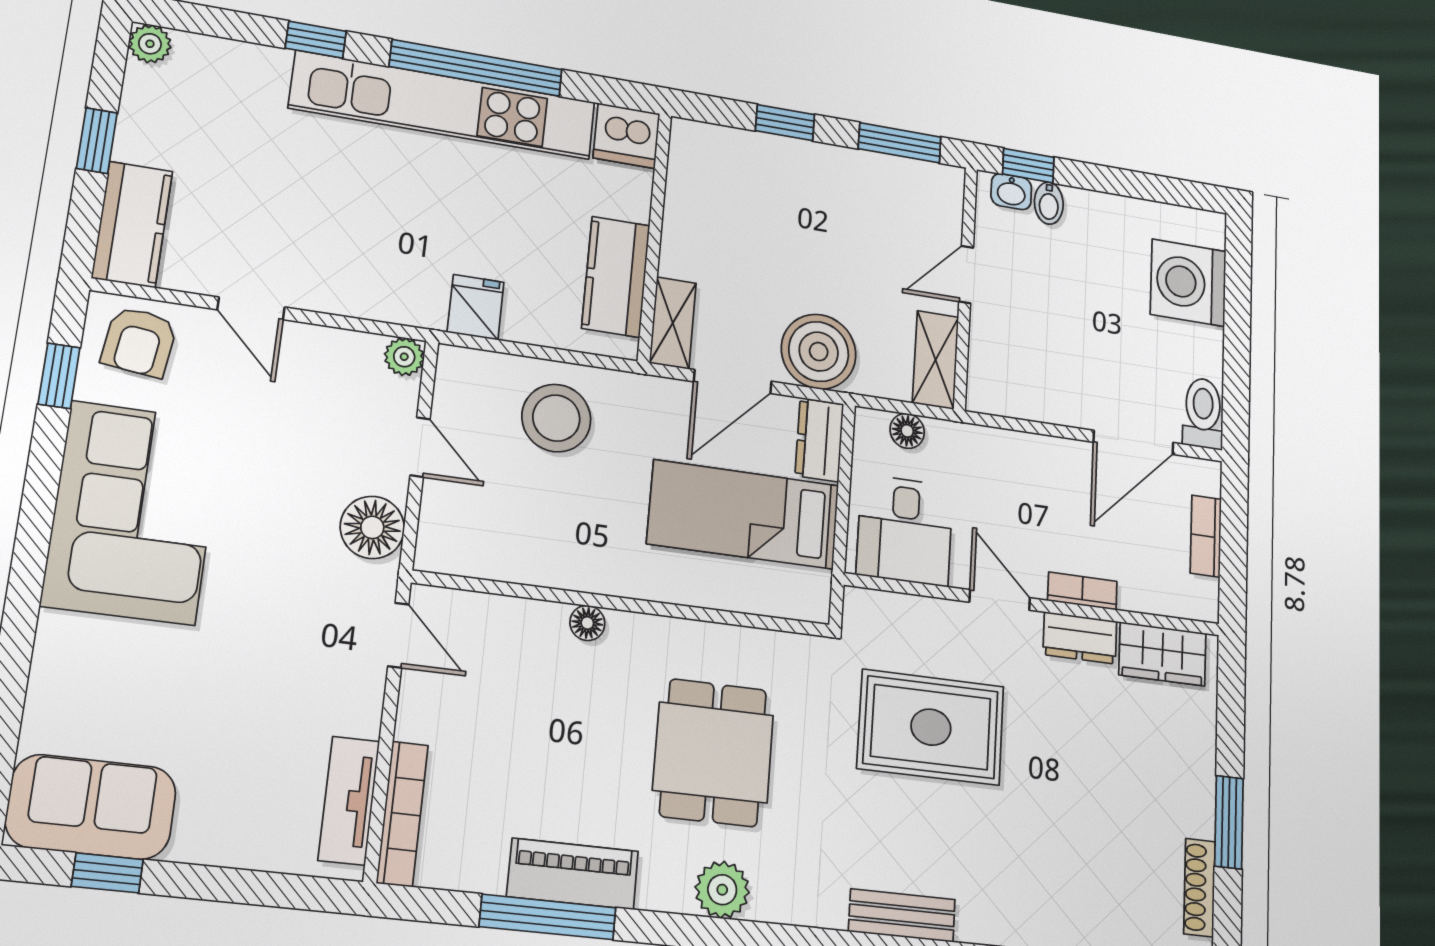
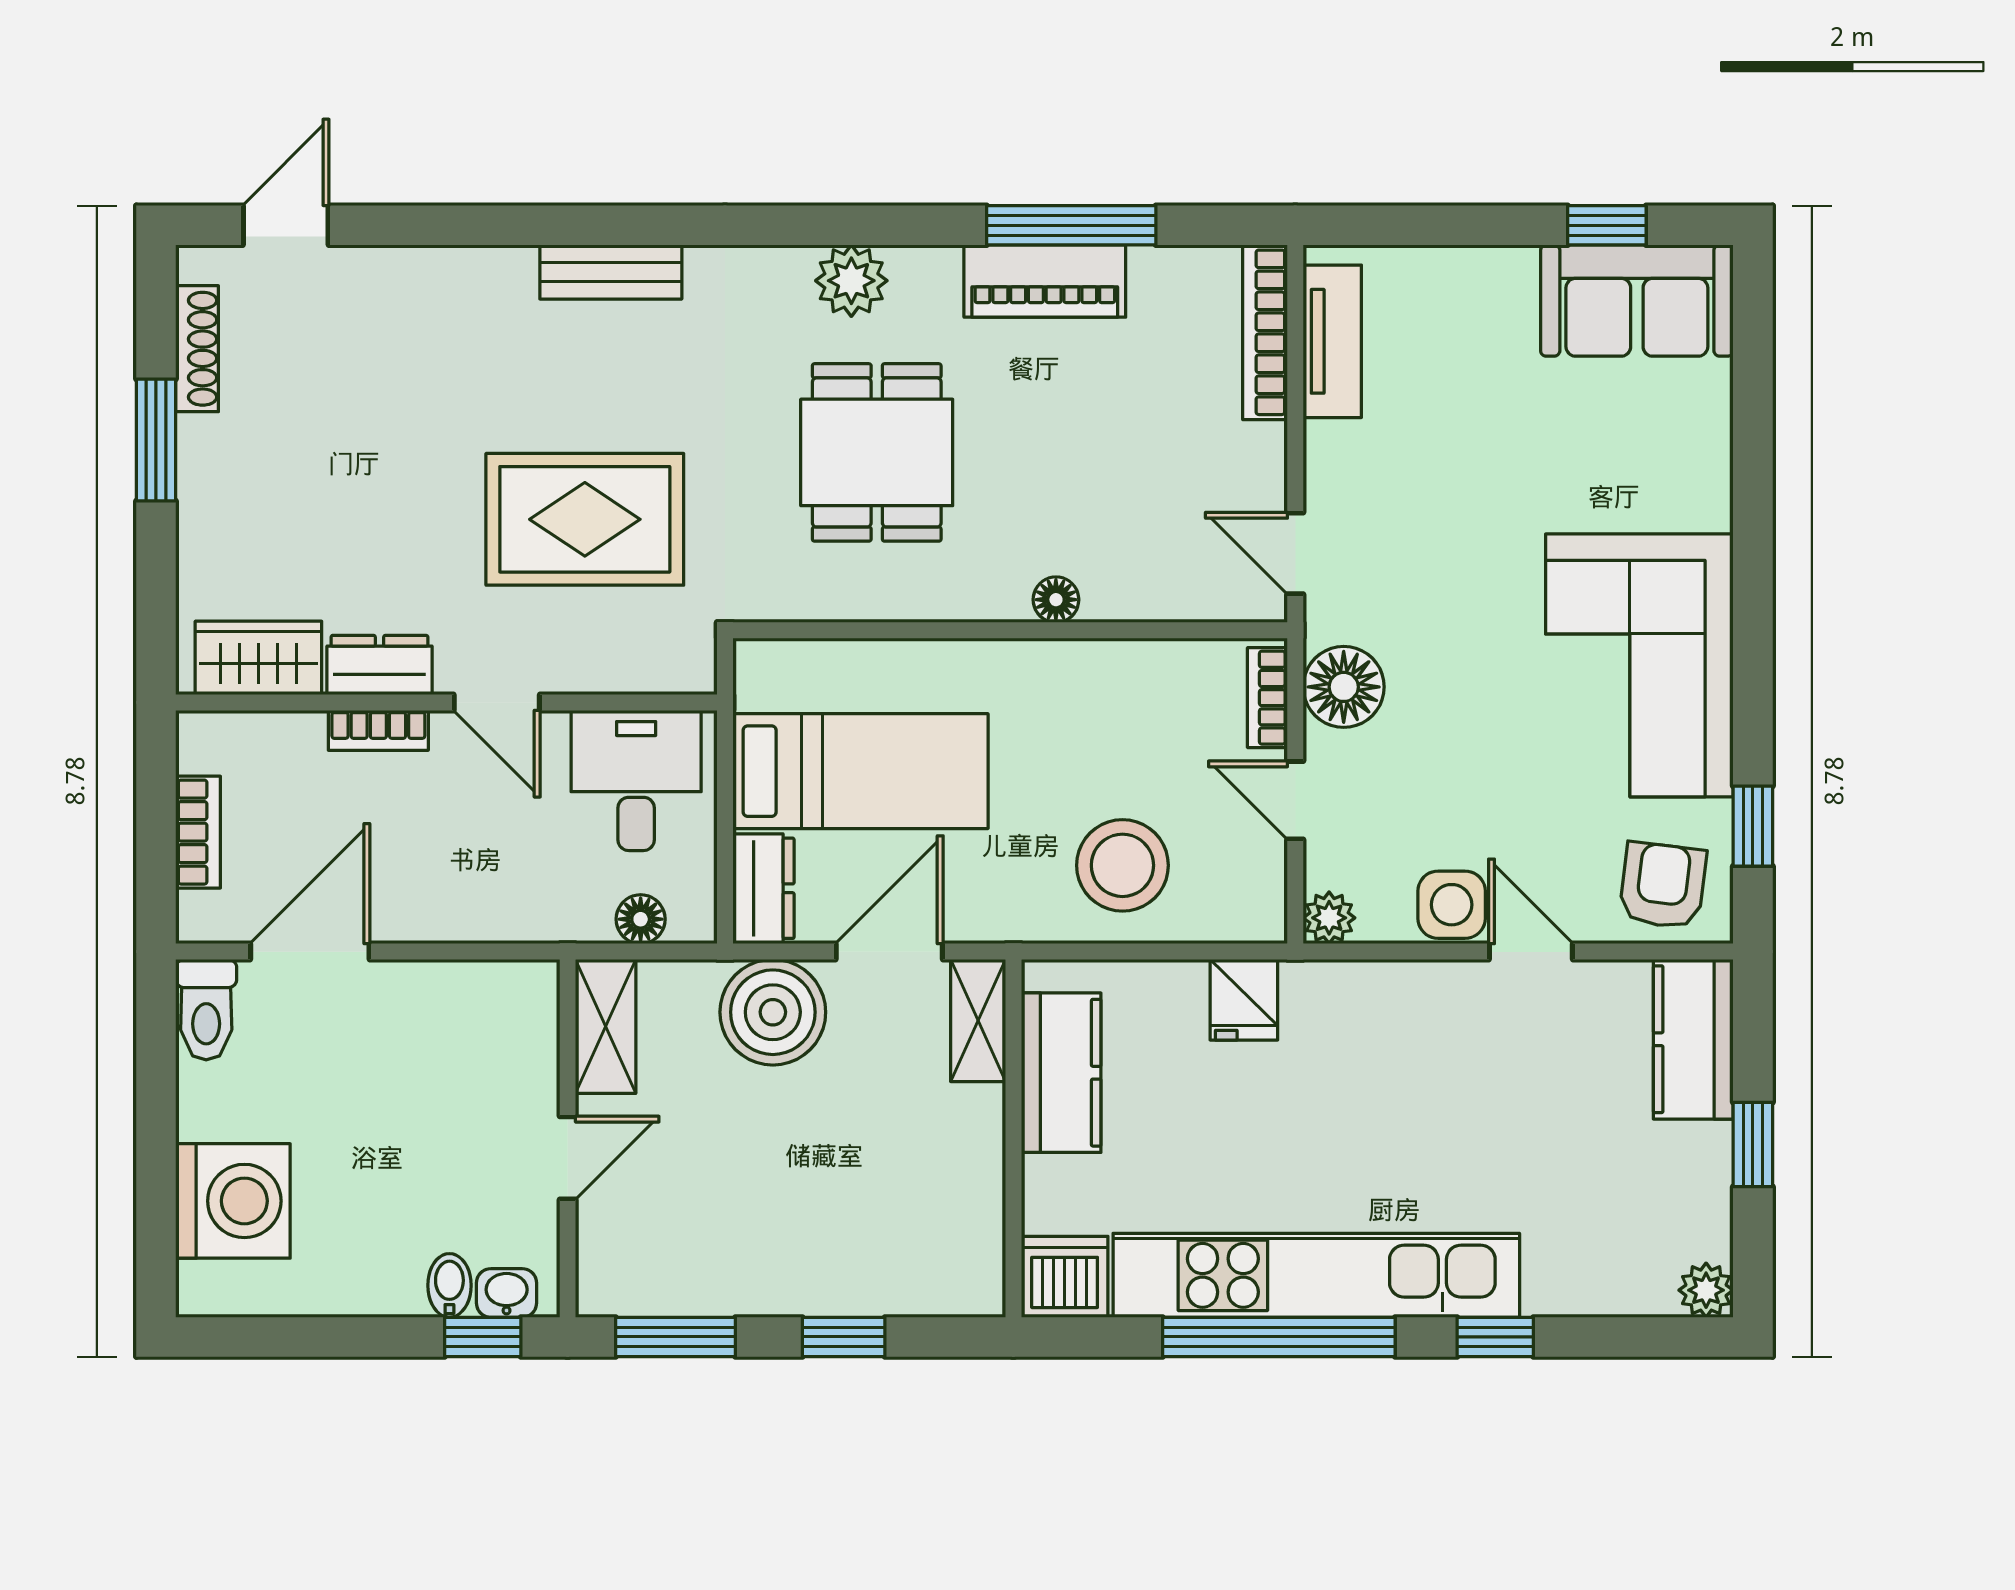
side table: (308, 352) -> (1452, 905), added
bookcase: (433, 527) -> (1267, 698), added

